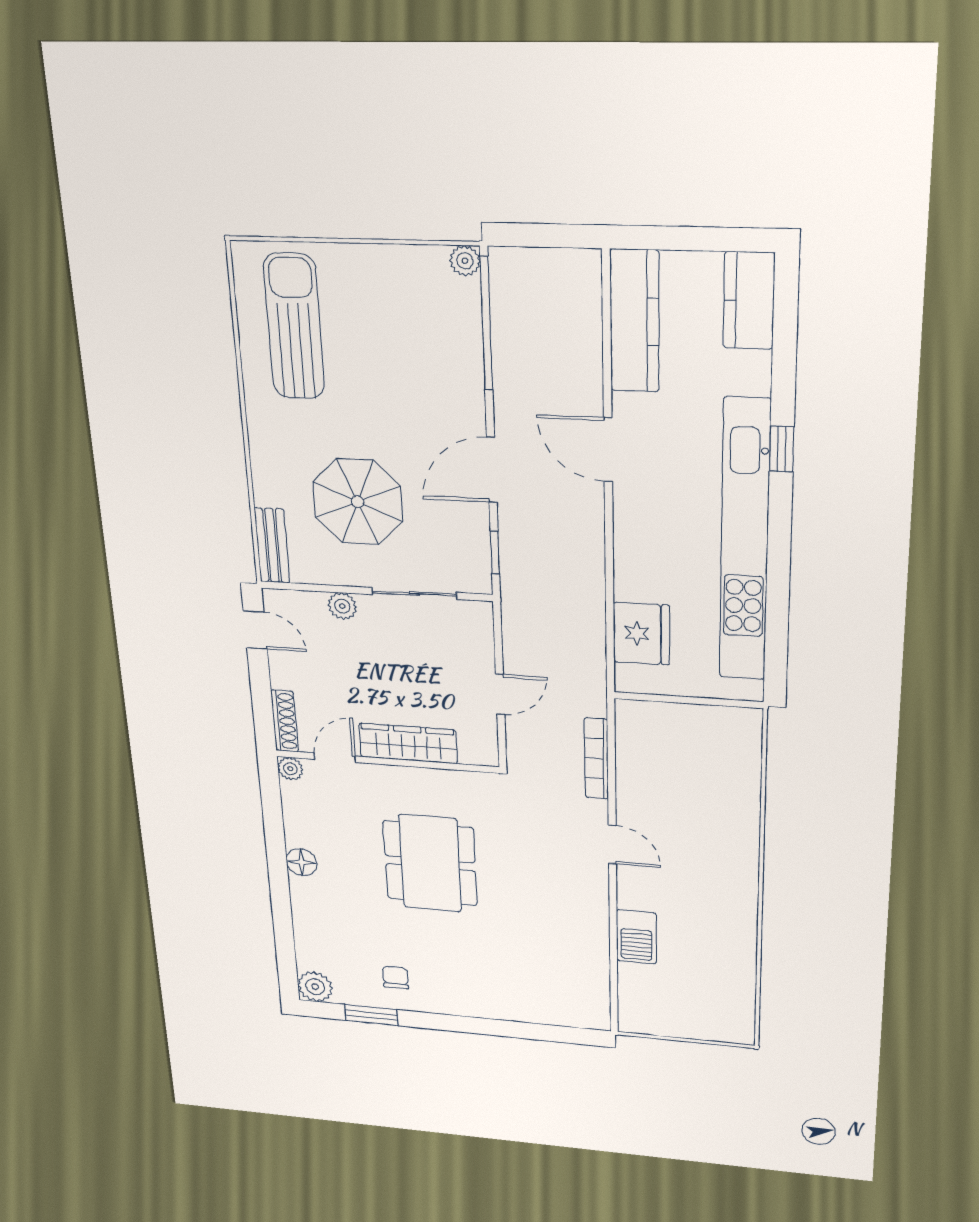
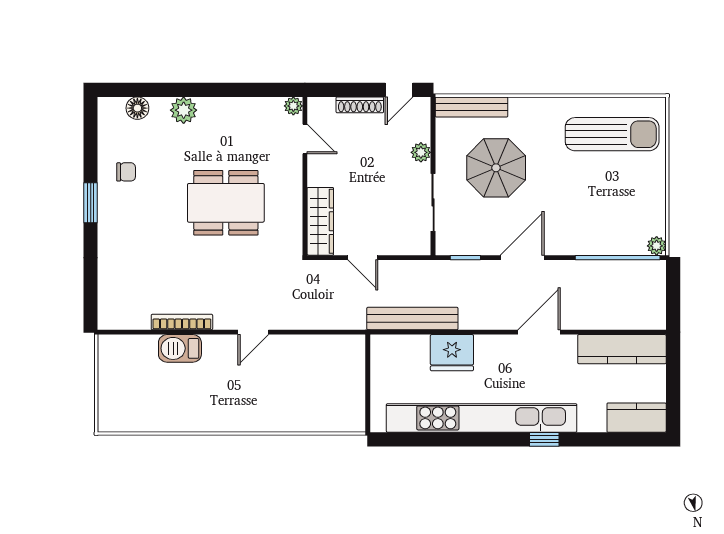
door: (492, 470) -> (522, 258), hinge flipped
bench: (272, 546) -> (472, 107), width x1.36
bench: (589, 632) -> (412, 318), added
fridge: (641, 634) -> (452, 353), moved
shoe rack: (285, 721) -> (360, 105), moved
wardrobe: (408, 743) -> (320, 221), moved
bookcase: (596, 759) -> (182, 322), moved
floor lamp: (301, 862) -> (137, 108), moved
plant: (315, 987) -> (184, 110), moved
window: (371, 1015) -> (91, 203), moved

